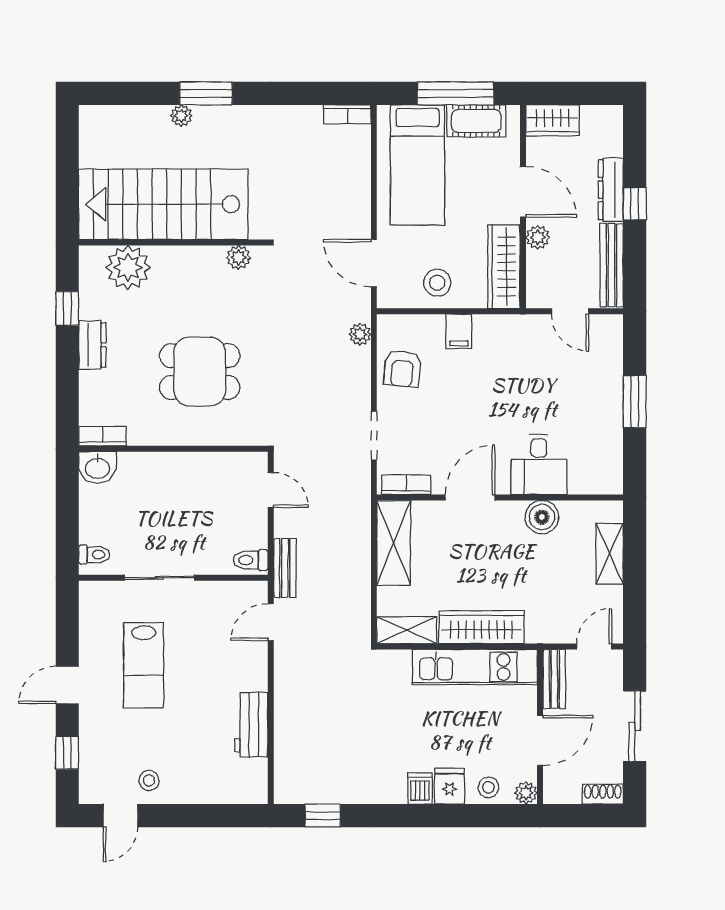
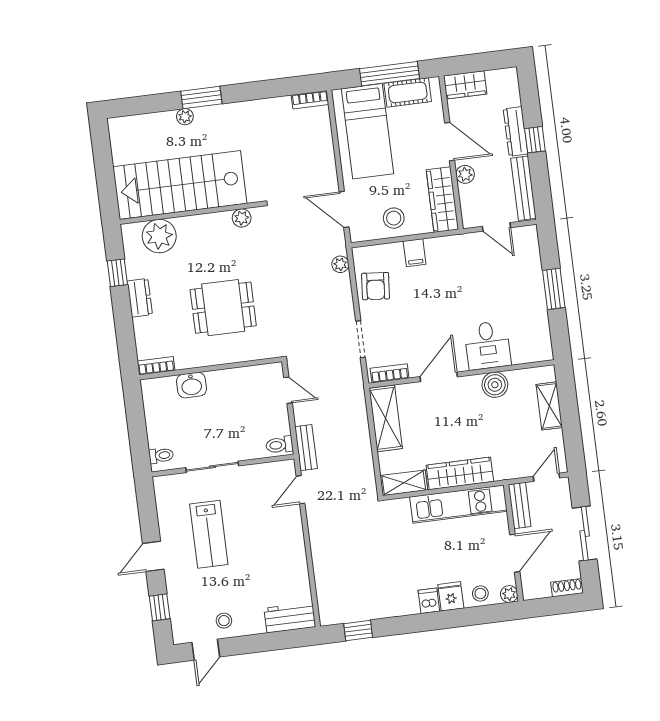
washbasin: (97, 468) -> (191, 385), moved
workbench: (251, 725) -> (290, 618), moved, turned 90

